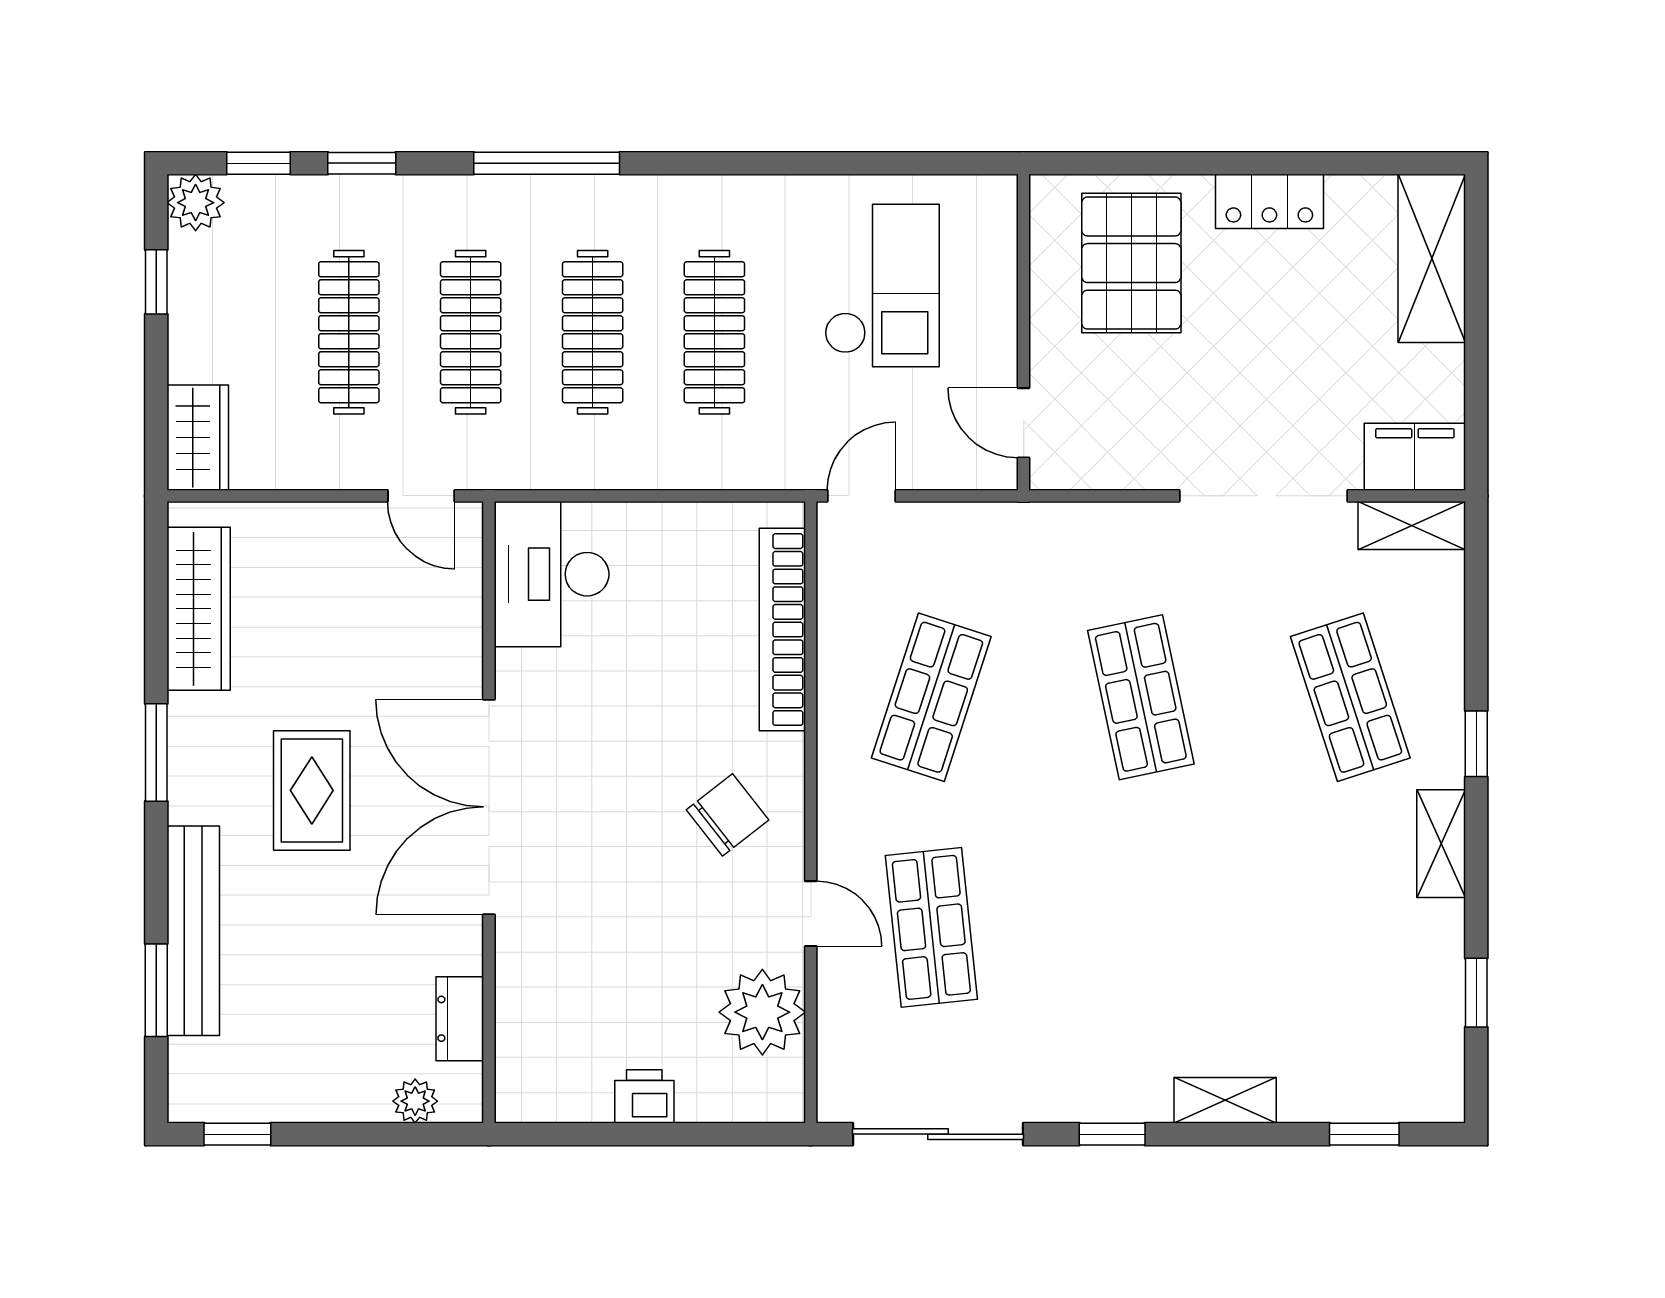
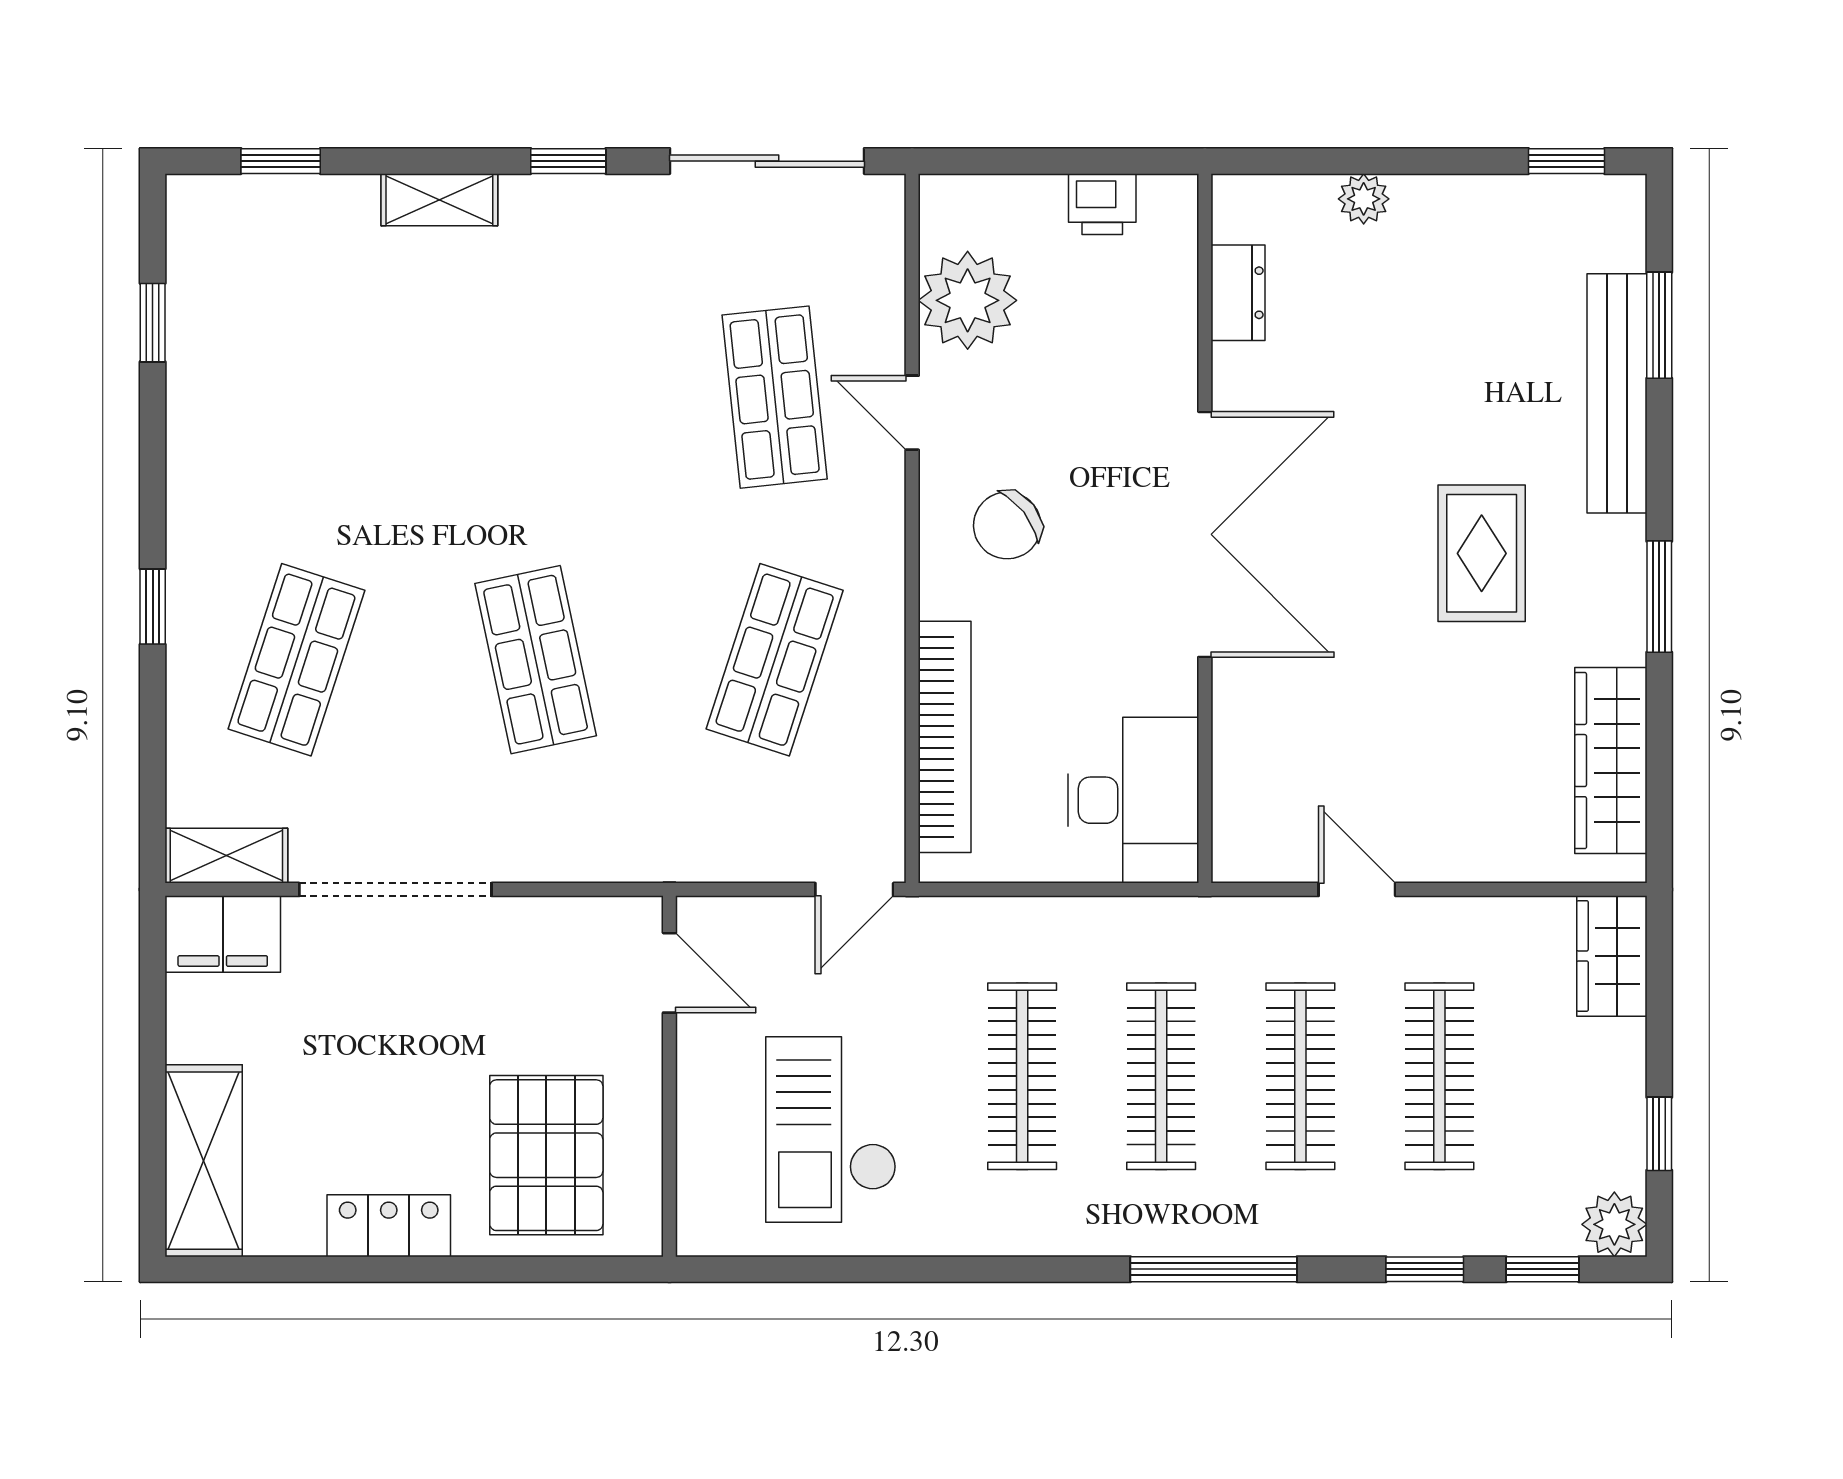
desk: (552, 574) -> (1133, 800), moved
shop shelf: (1350, 697) -> (296, 660), turned 36
double door: (489, 807) -> (1205, 534), moved
wall: (489, 812) -> (1205, 528), moved
shelving: (1441, 844) -> (193, 493), removed
dresser: (460, 1019) -> (1238, 293), moved

